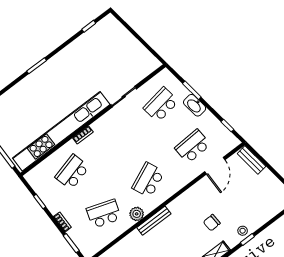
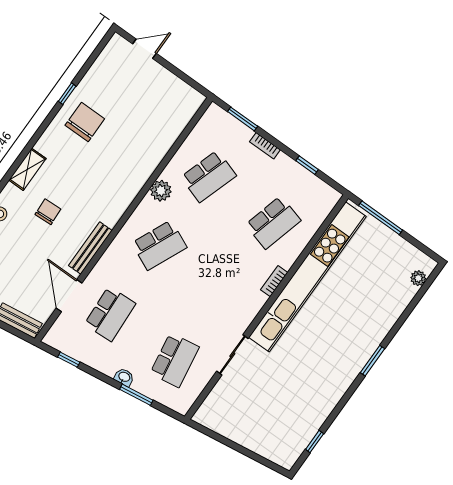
washbasin: (195, 105) -> (124, 377), width x0.52, depth x0.69
school desk: (72, 172) -> (273, 223), turned 30
school desk: (148, 180) -> (159, 245), turned 48
bench: (154, 221) -> (90, 248), moved

